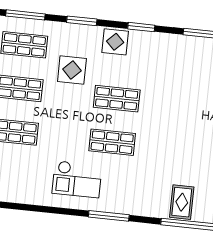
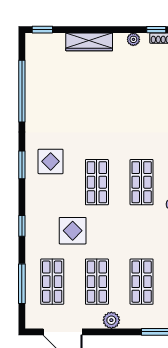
window: (82, 21) -> (22, 226), width x0.67
display table: (115, 42) -> (51, 161), moved

